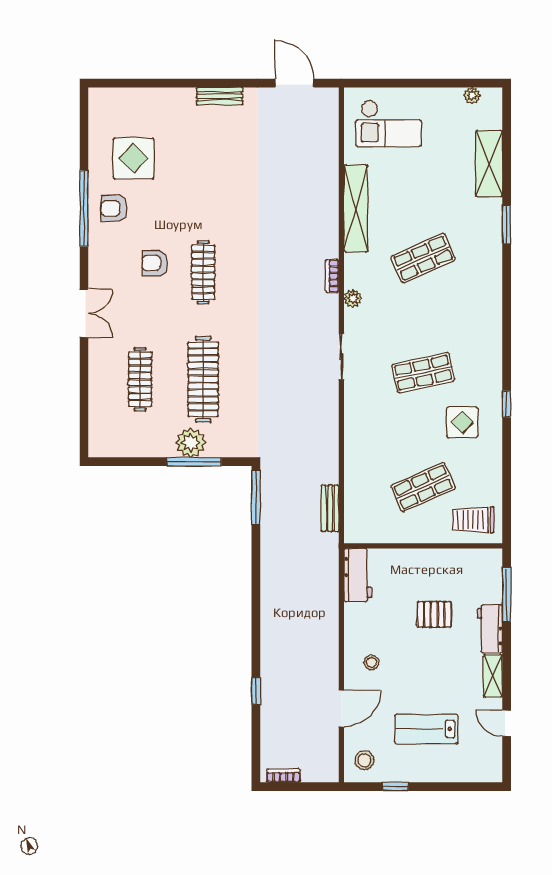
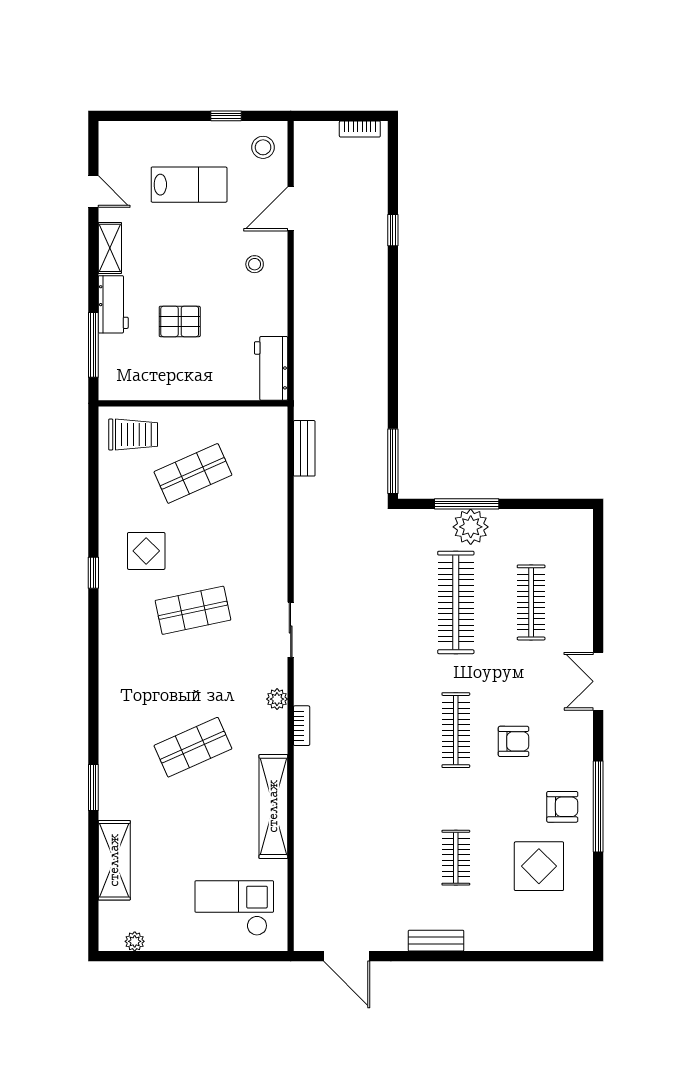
clothes rail: (203, 166) -> (456, 858), added

